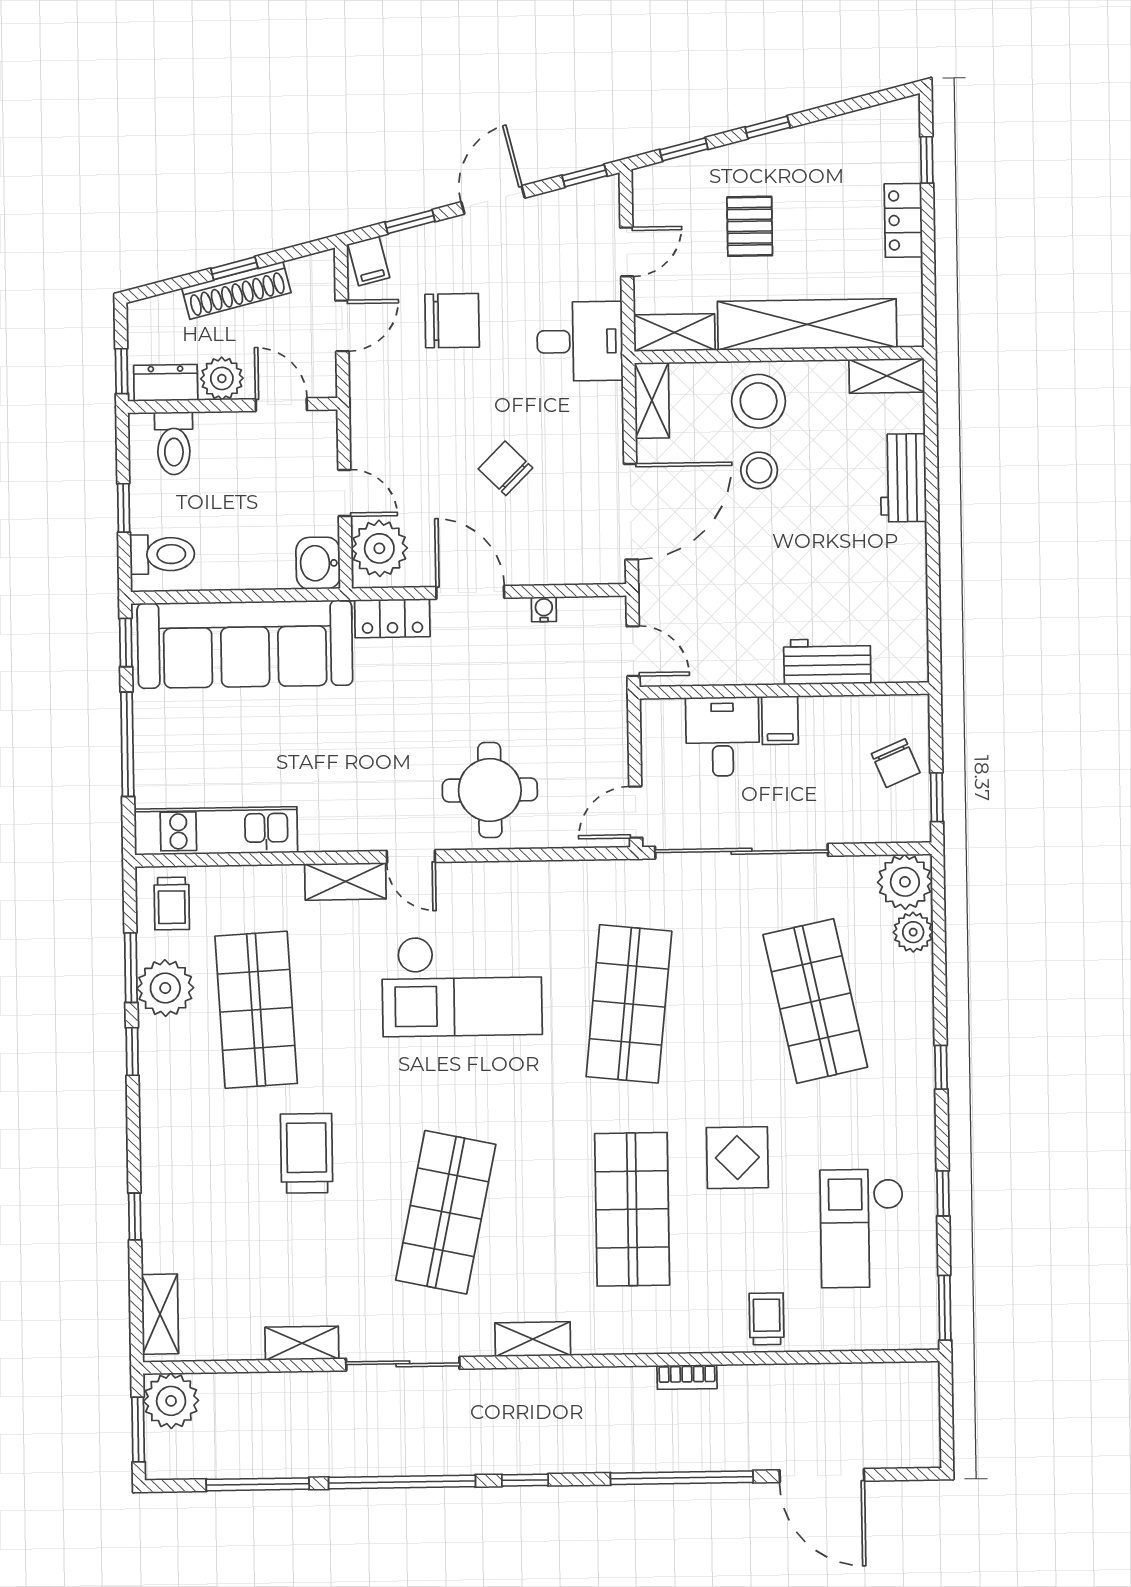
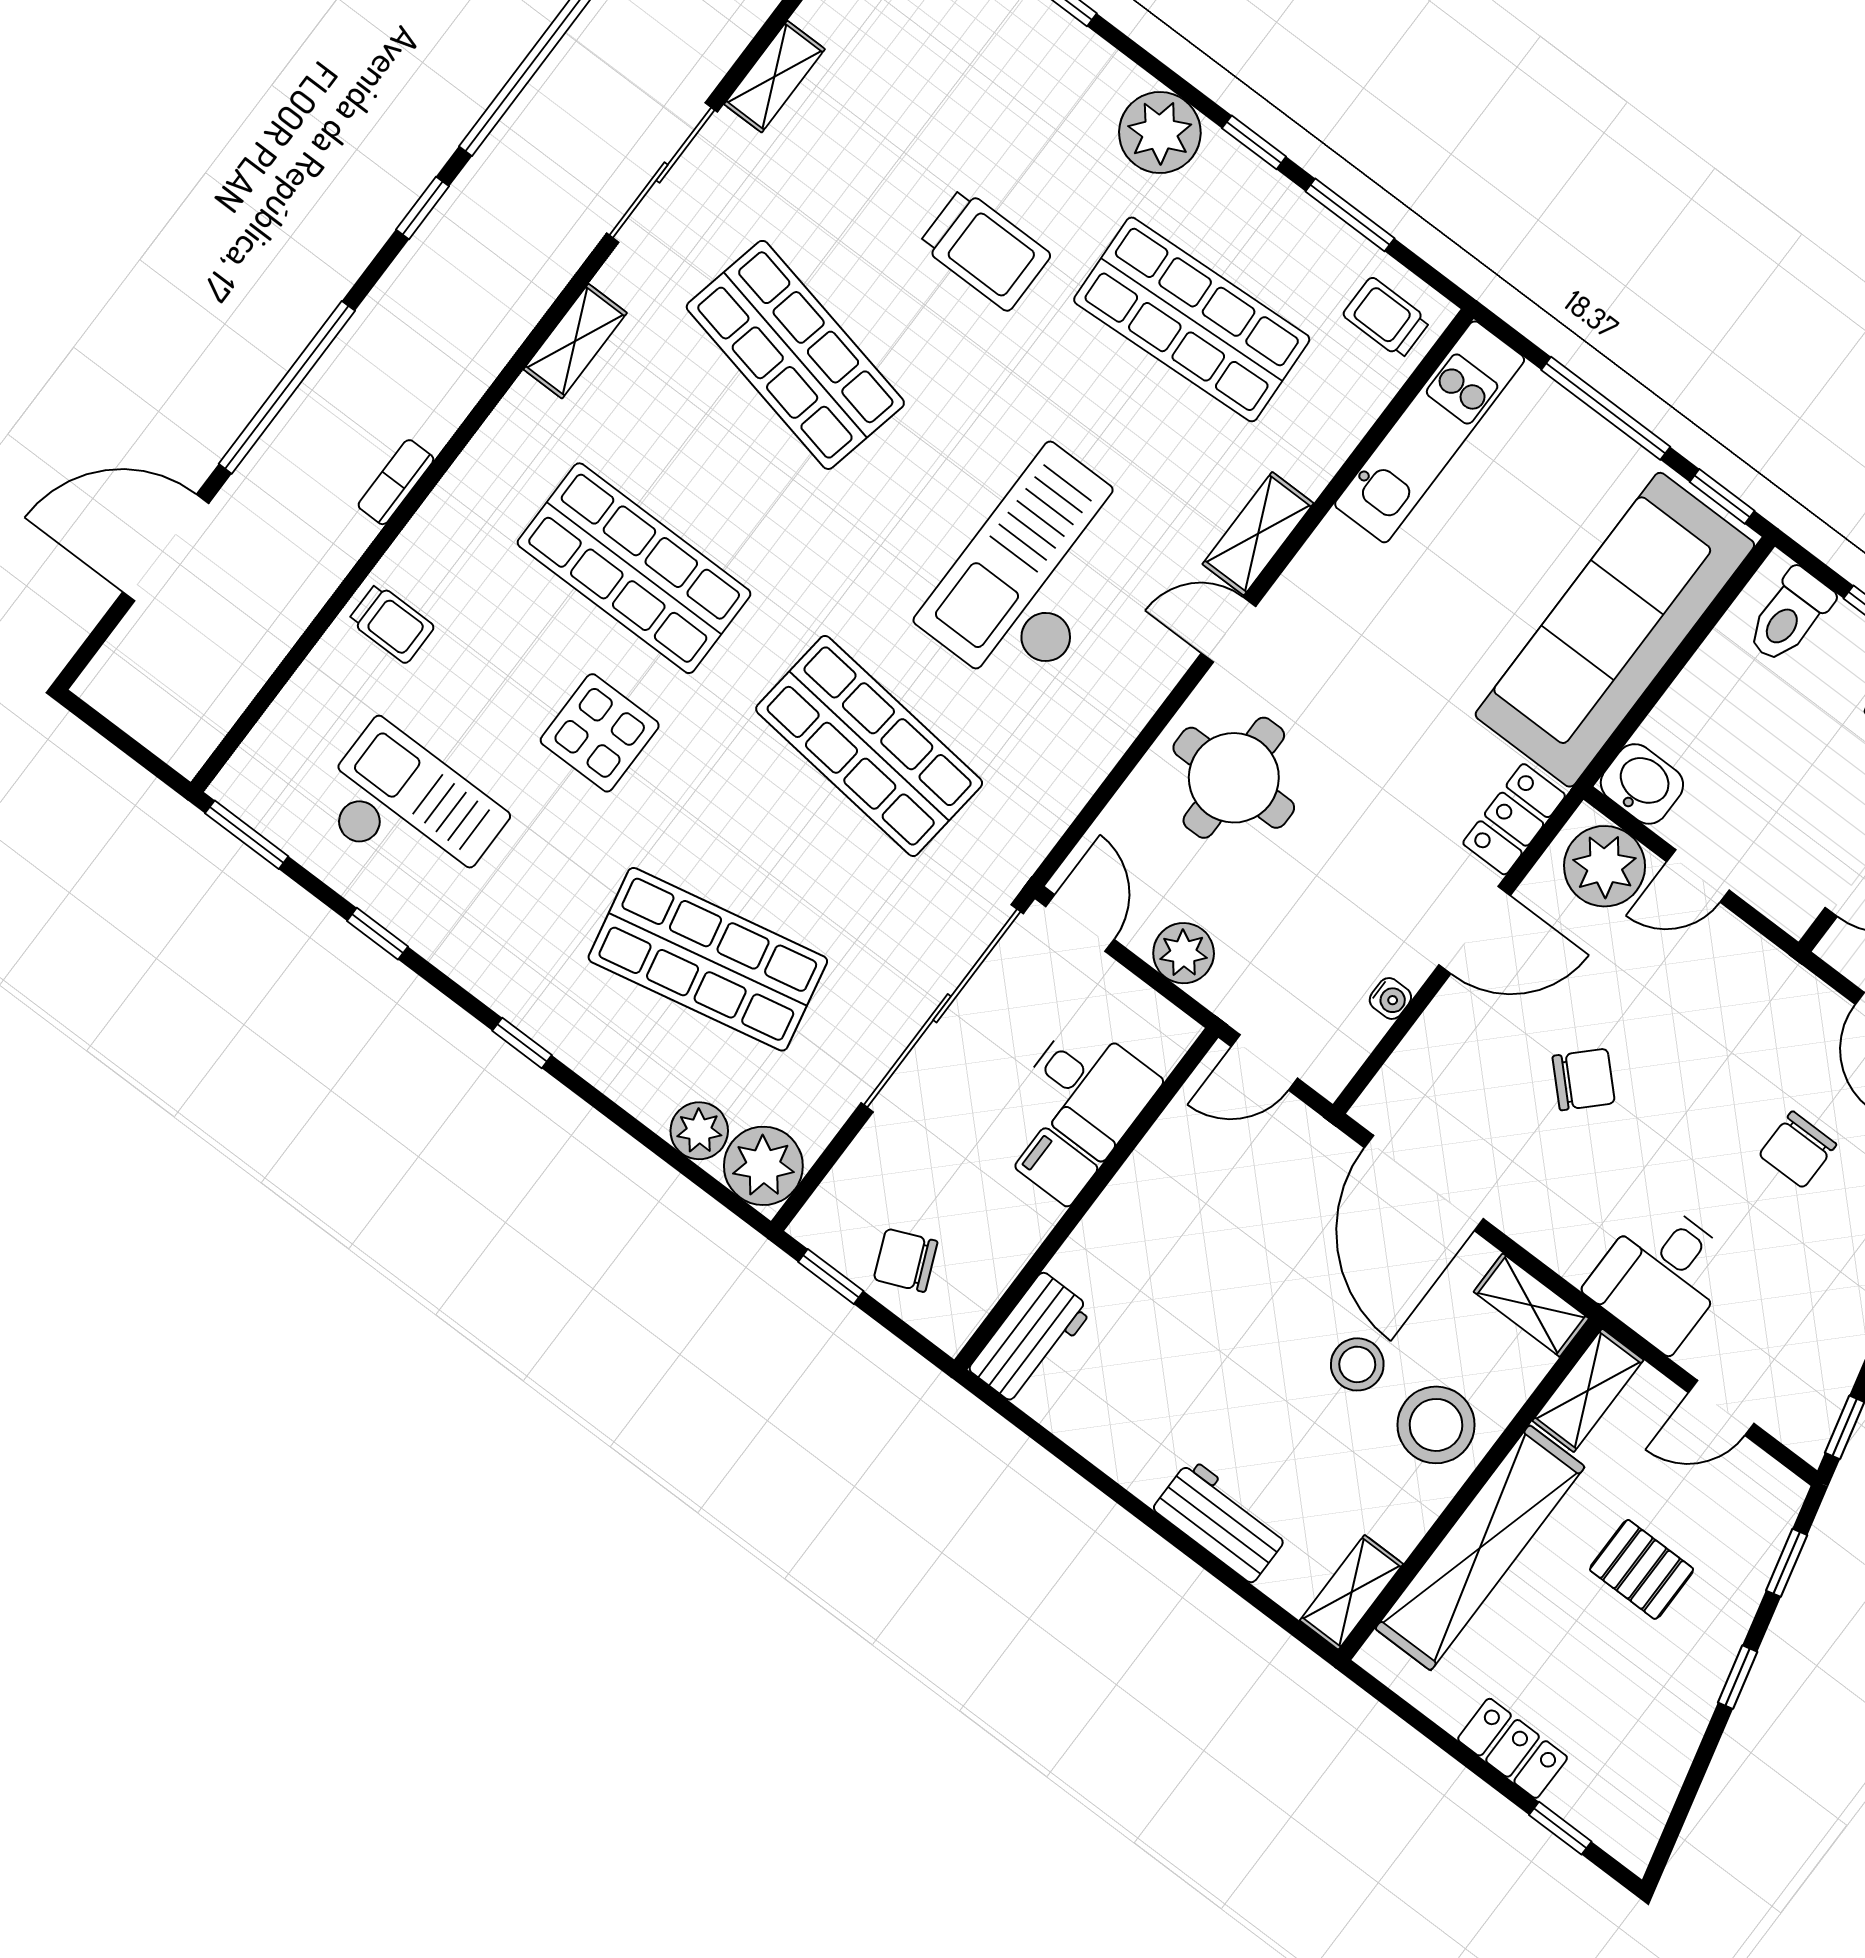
door: (627, 252) -> (1721, 1408), hinge flipped
chair: (452, 321) -> (1798, 1150), width x0.73, depth x0.73
workbench: (827, 662) -> (1031, 1339), moved
plant: (608, 742) -> (1184, 953), added
plant: (165, 988) -> (1160, 132), moved

